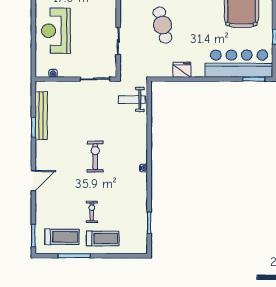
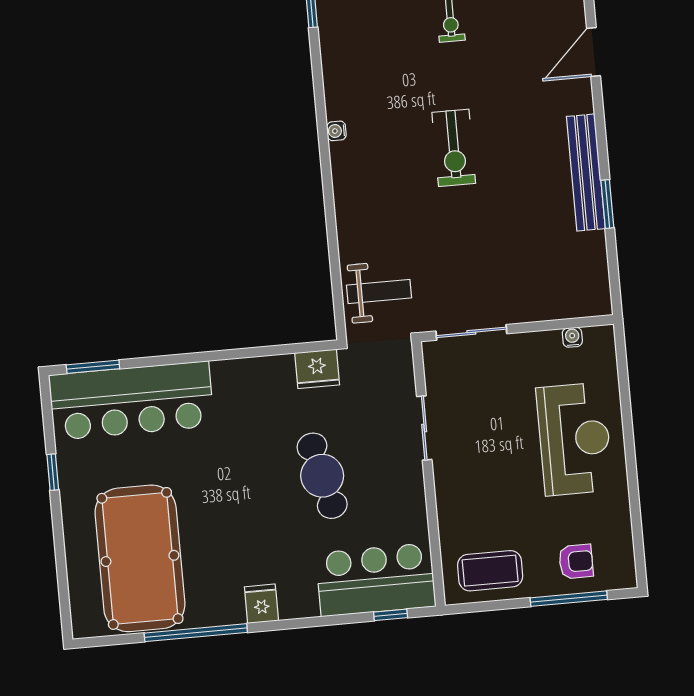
fridge: (182, 70) -> (317, 369), moved
bench: (41, 116) -> (586, 173), moved
door: (33, 181) -> (594, 52), moved

